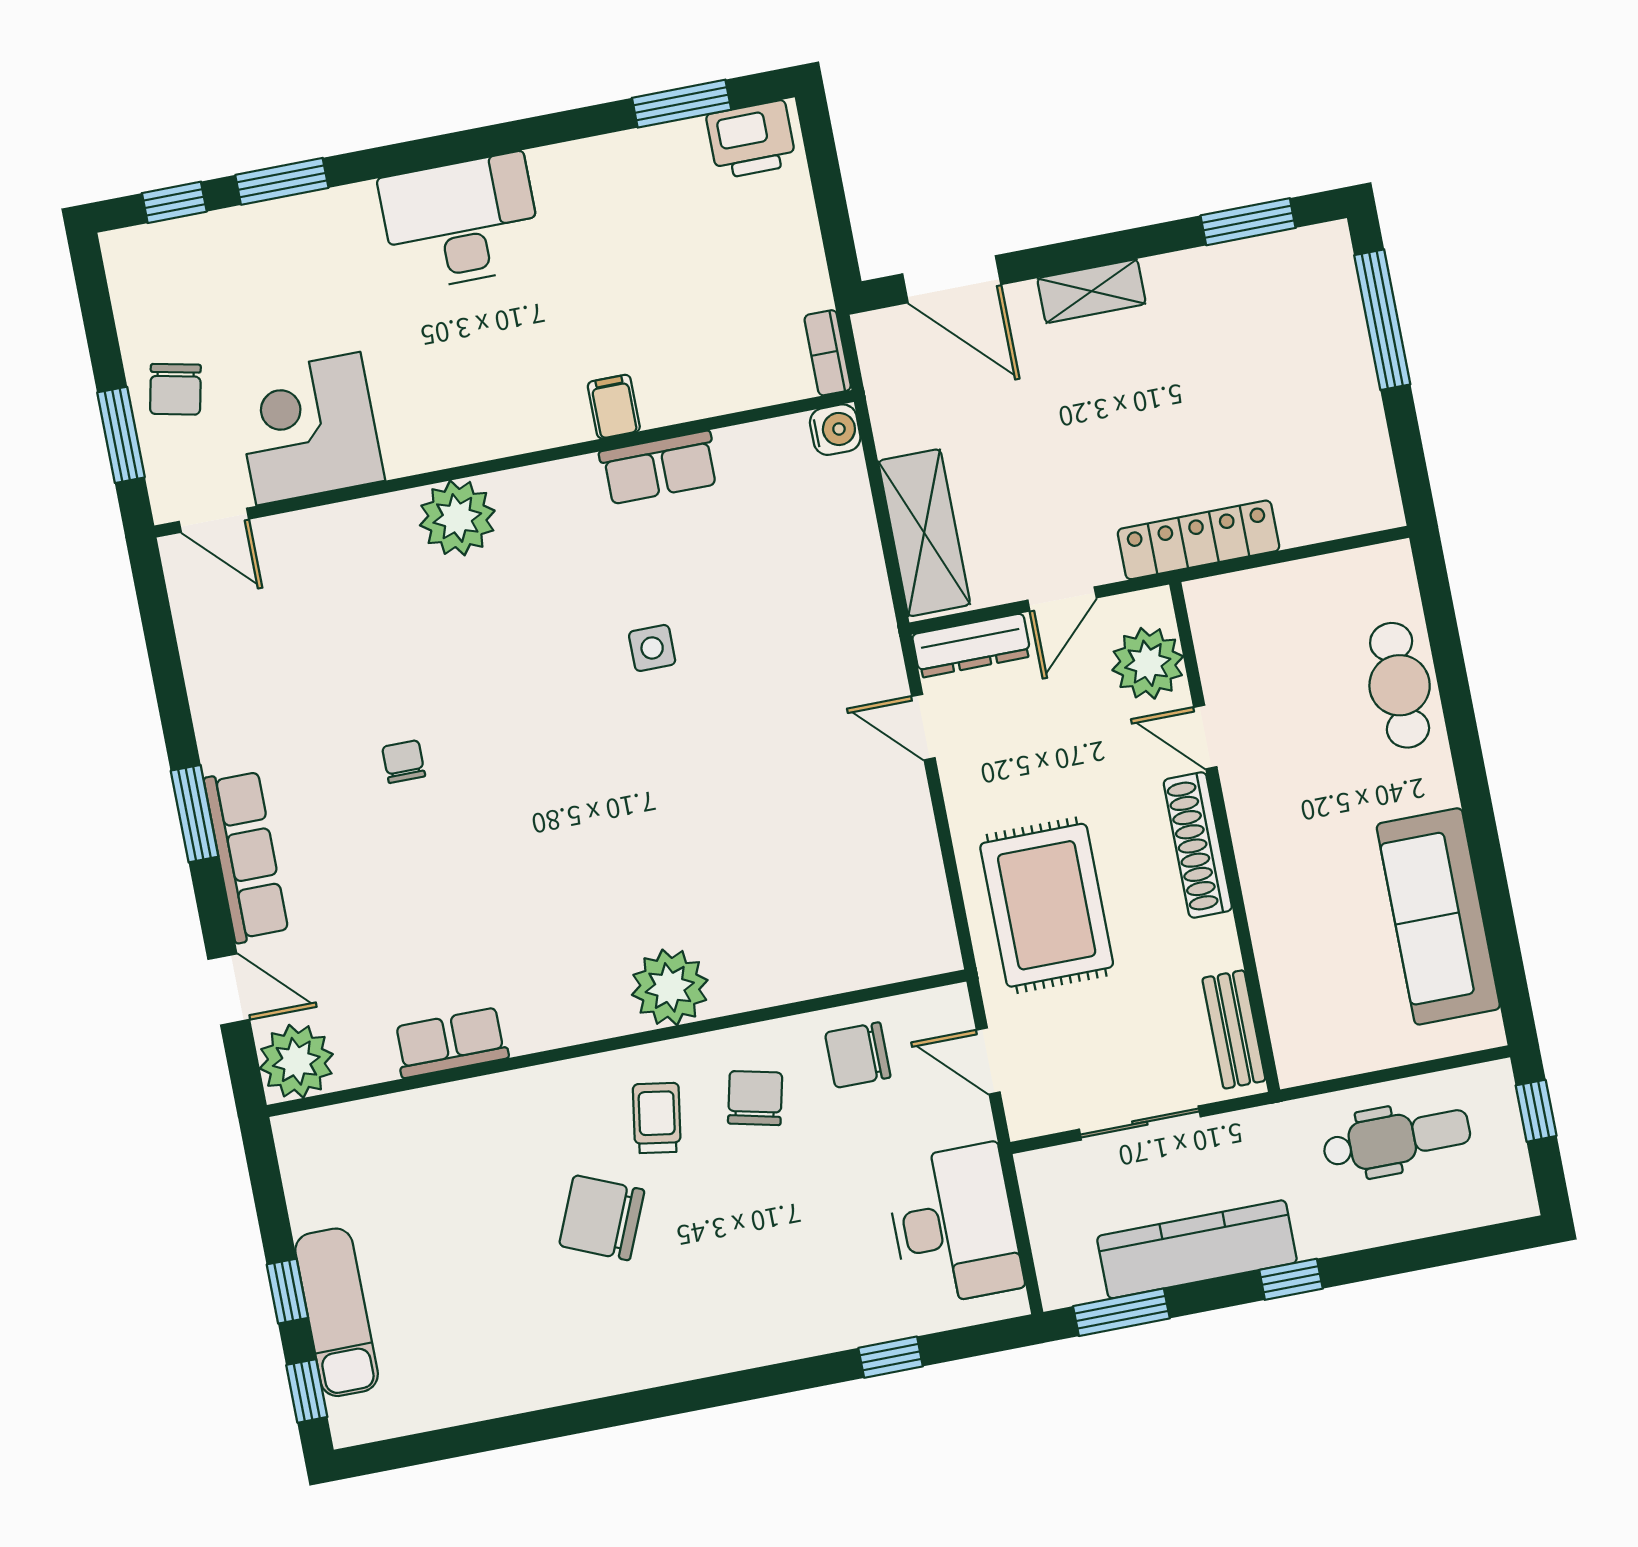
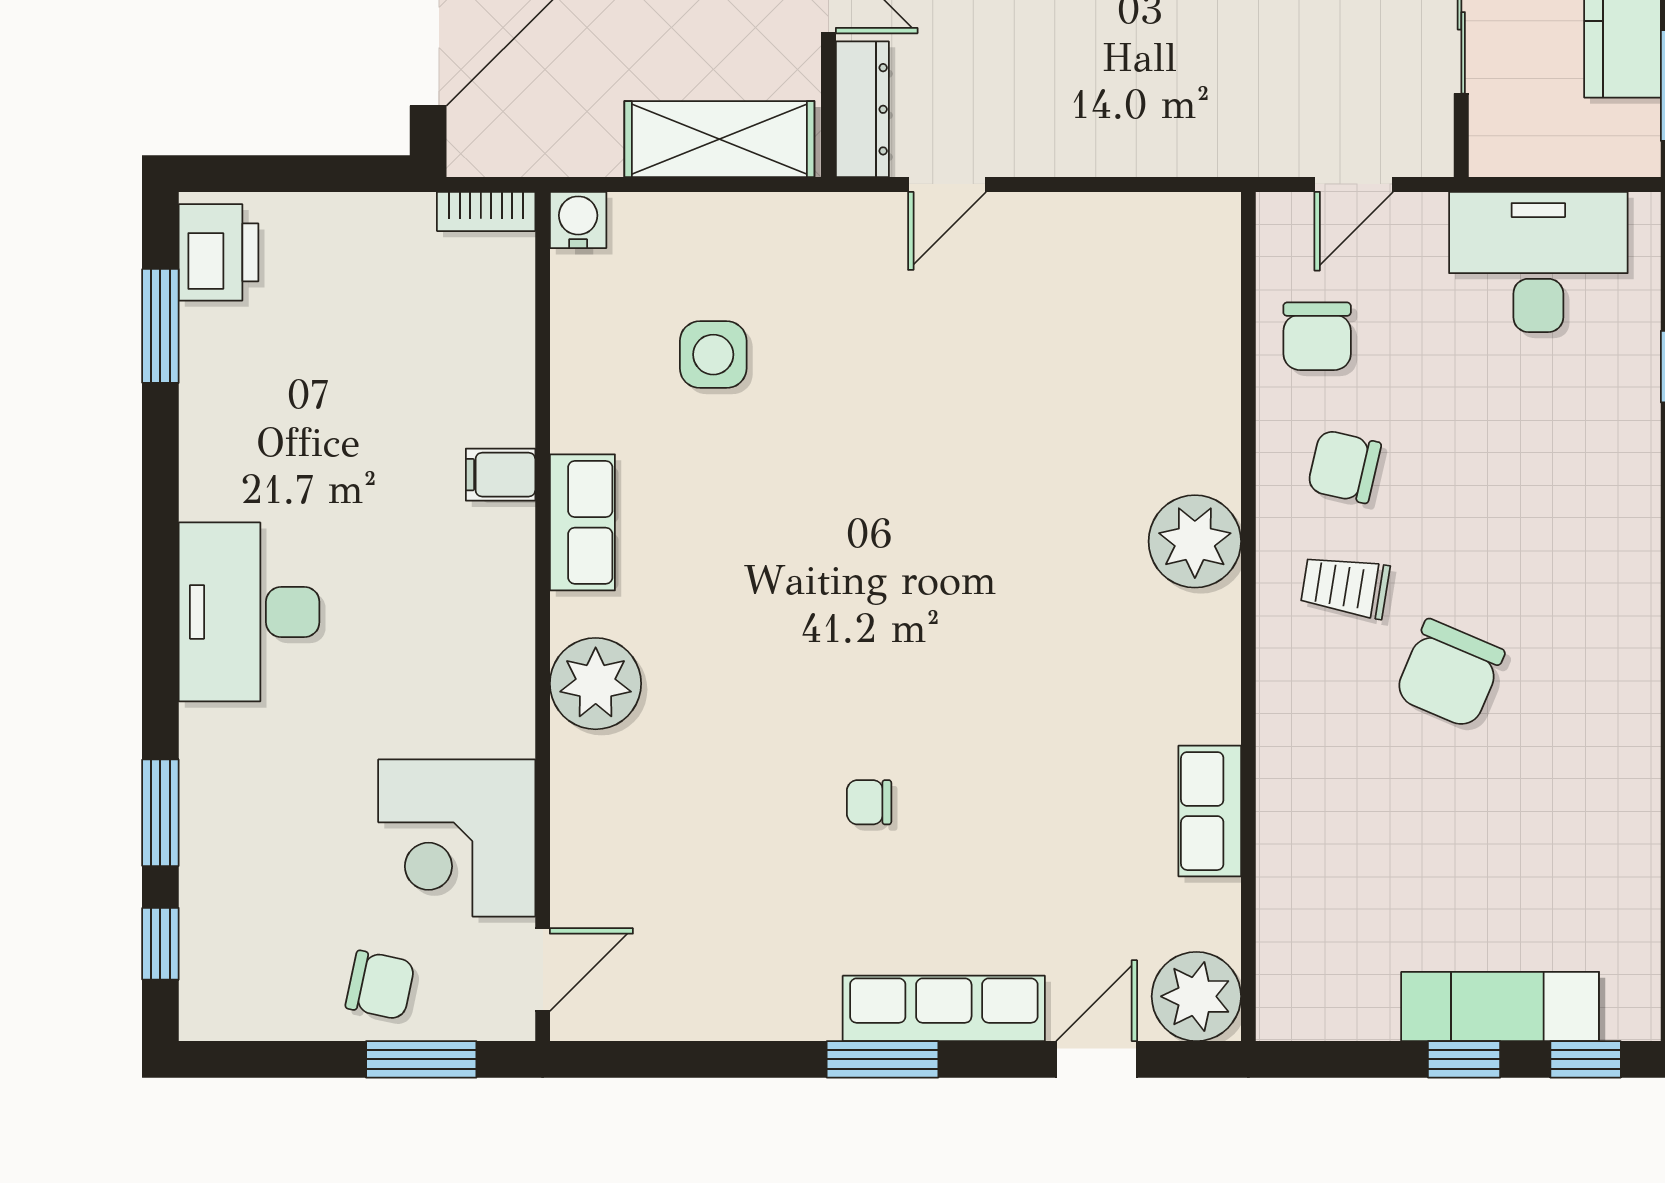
row of seats: (659, 468) -> (582, 522), moved
side table: (652, 648) -> (713, 355), moved, width x1.37, depth x1.37
rug: (1047, 905) -> (1184, 80), removed

